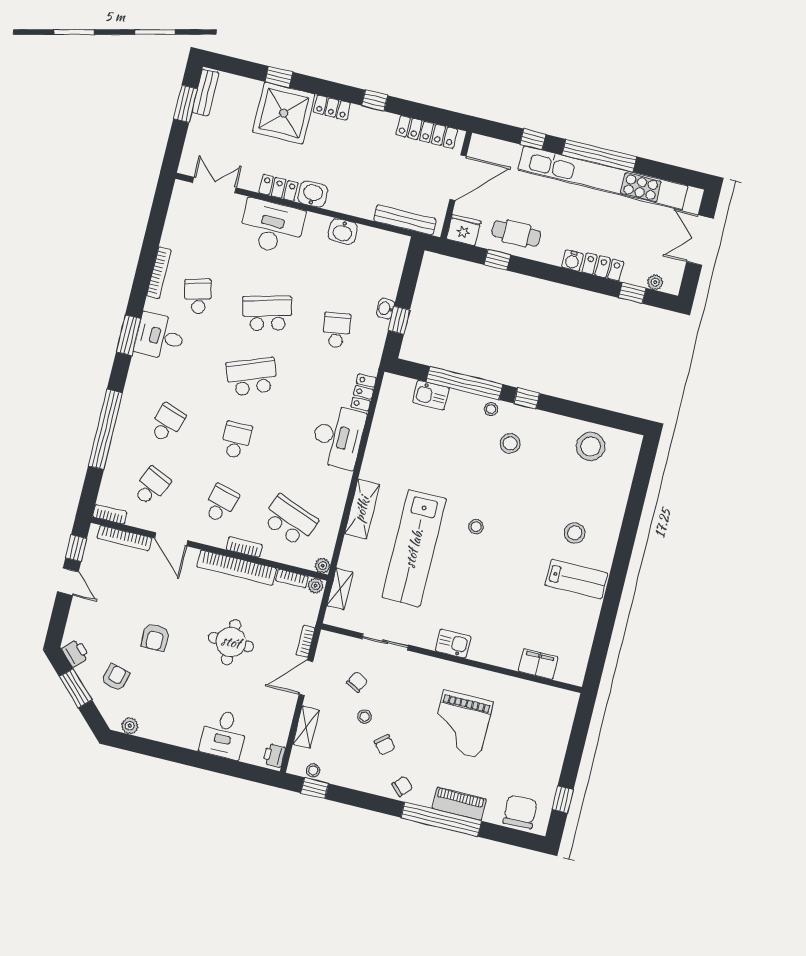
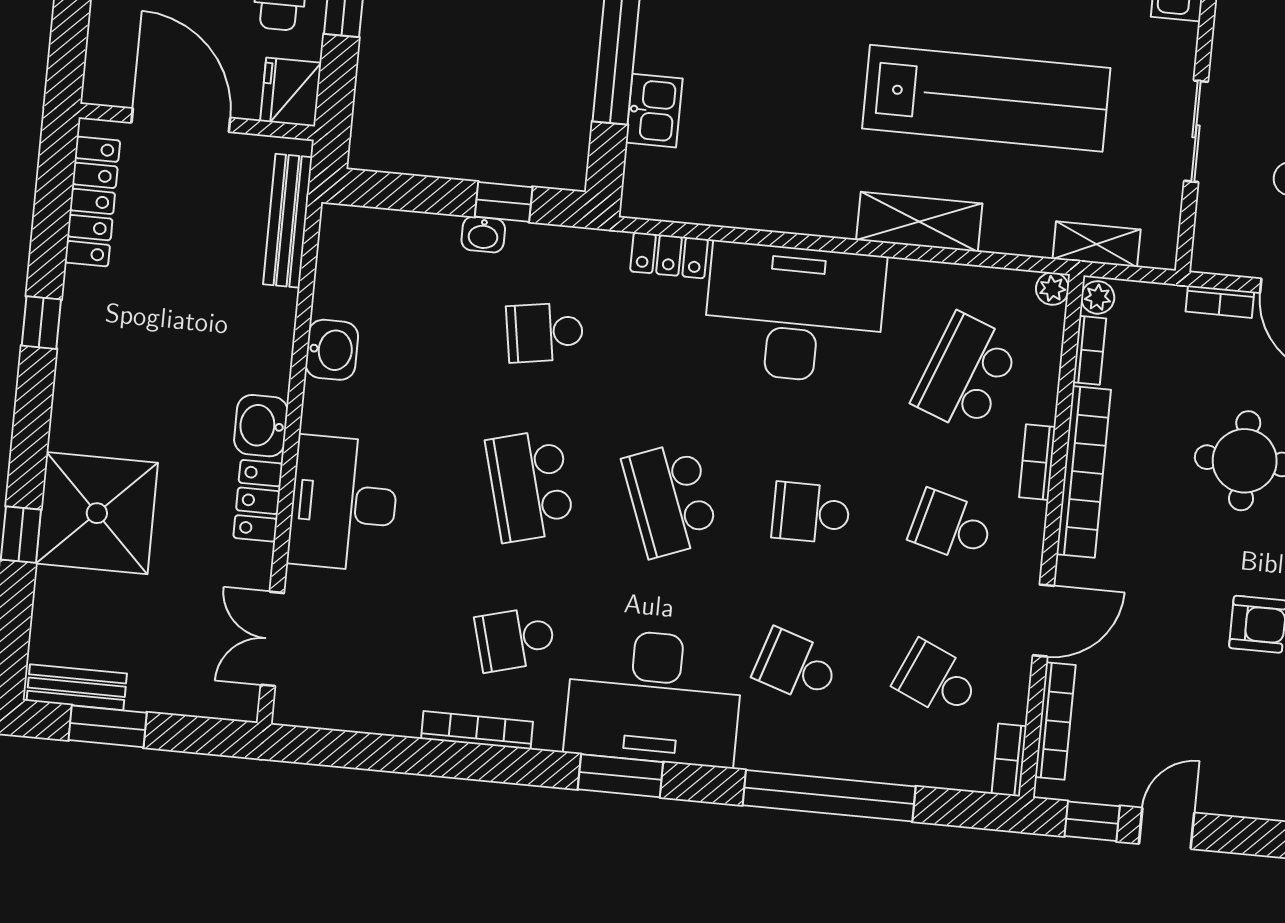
locker: (332, 108) -> (70, 412), removed
desk: (160, 336) -> (654, 697), width x1.87, depth x1.30
desk: (338, 437) -> (794, 313), width x1.36, depth x1.30

